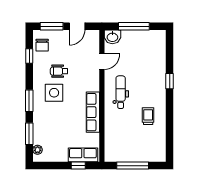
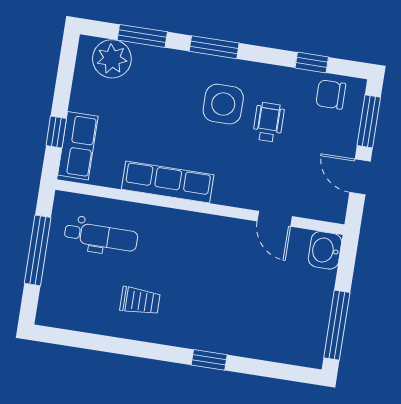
window: (134, 26) -> (337, 325), moved
dental chair: (121, 92) -> (101, 236), moved
plant: (38, 150) -> (112, 59), width x1.88, depth x1.88

